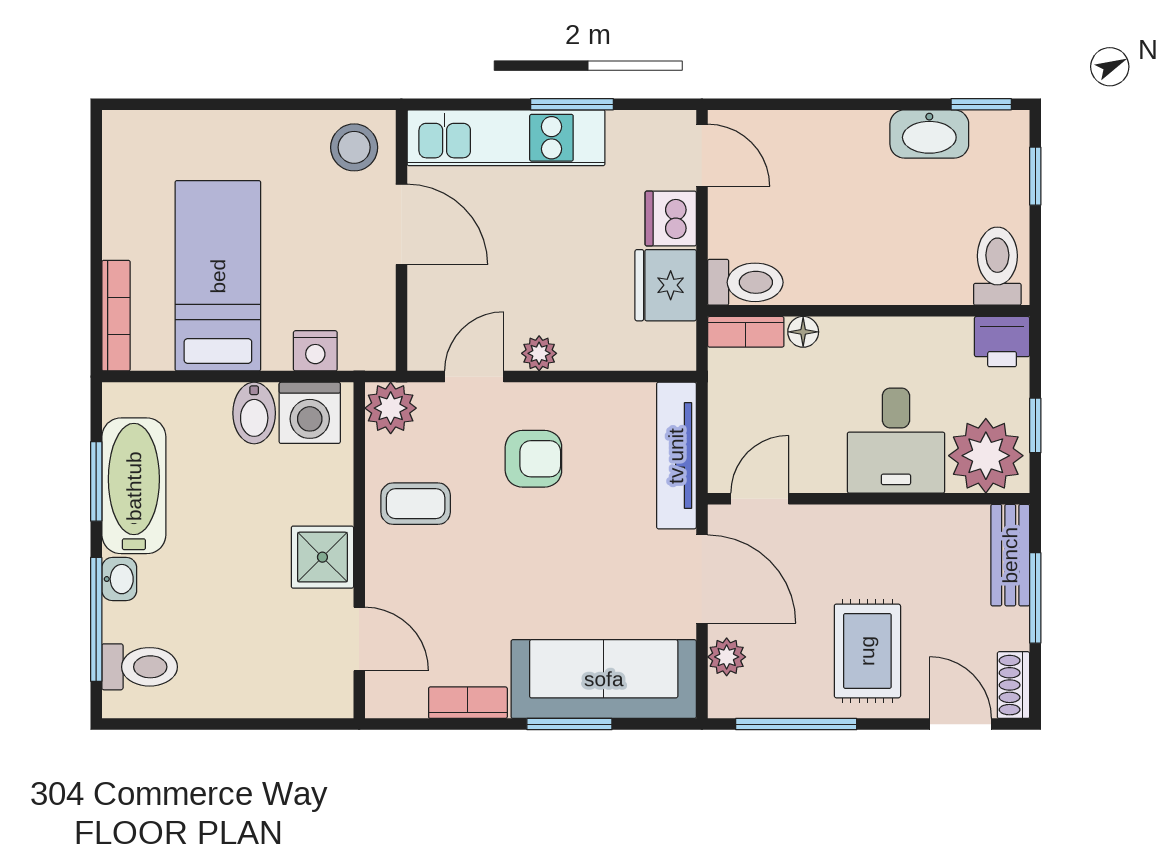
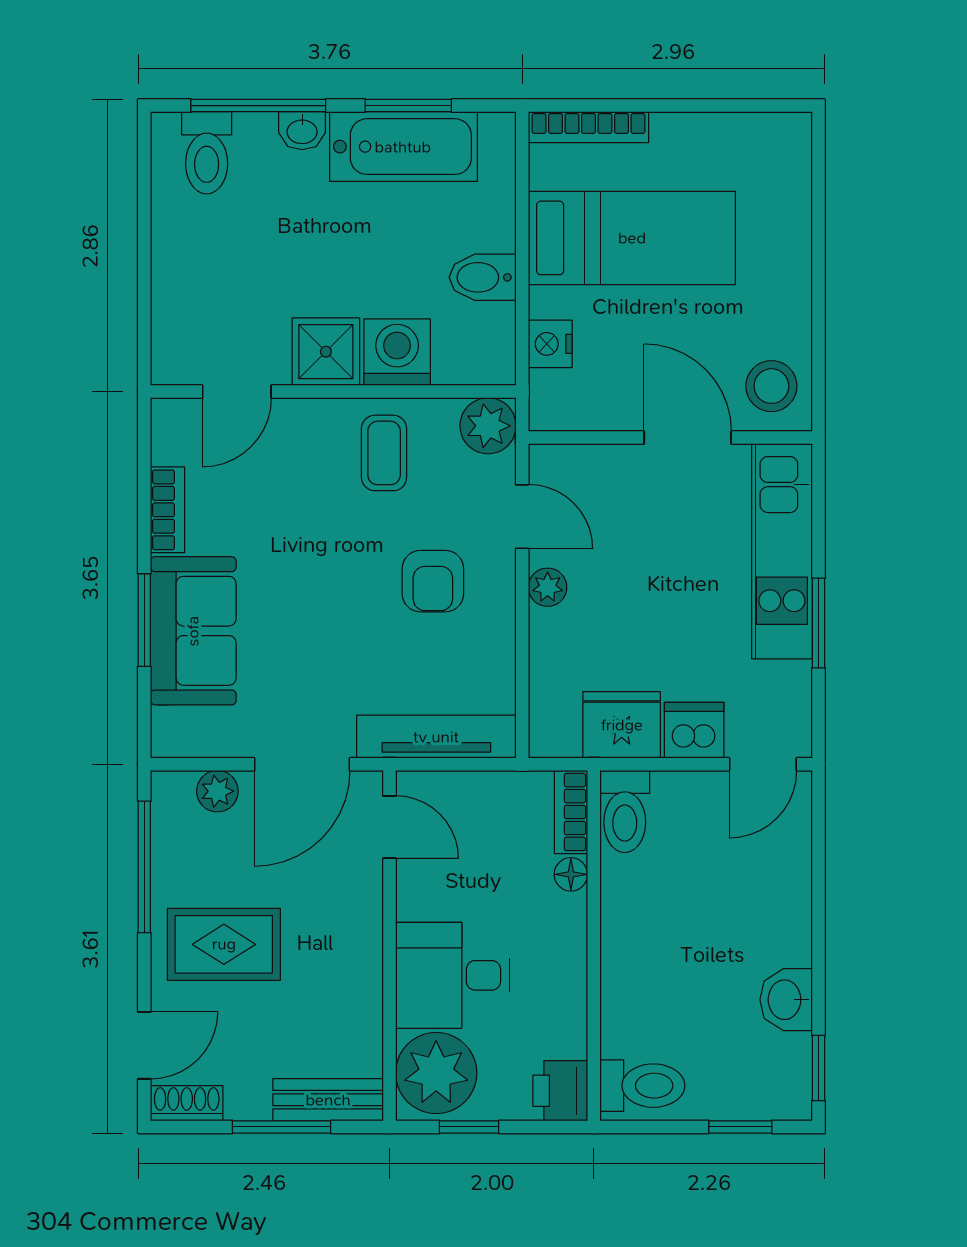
washbasin: (929, 134) -> (786, 1000), width x0.72
door: (401, 224) -> (688, 438), swing flipped
washing machine: (310, 413) -> (397, 352), moved, turned 90
sofa: (604, 679) -> (193, 631), width x0.73

